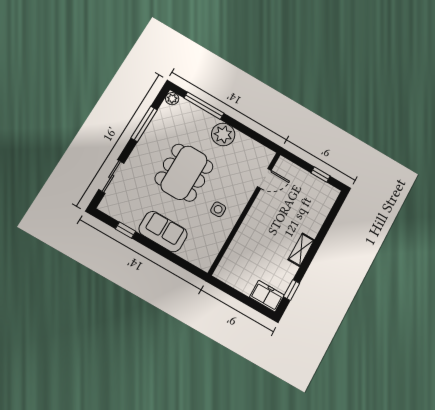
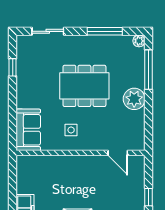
sofa: (163, 232) -> (28, 130), moved

